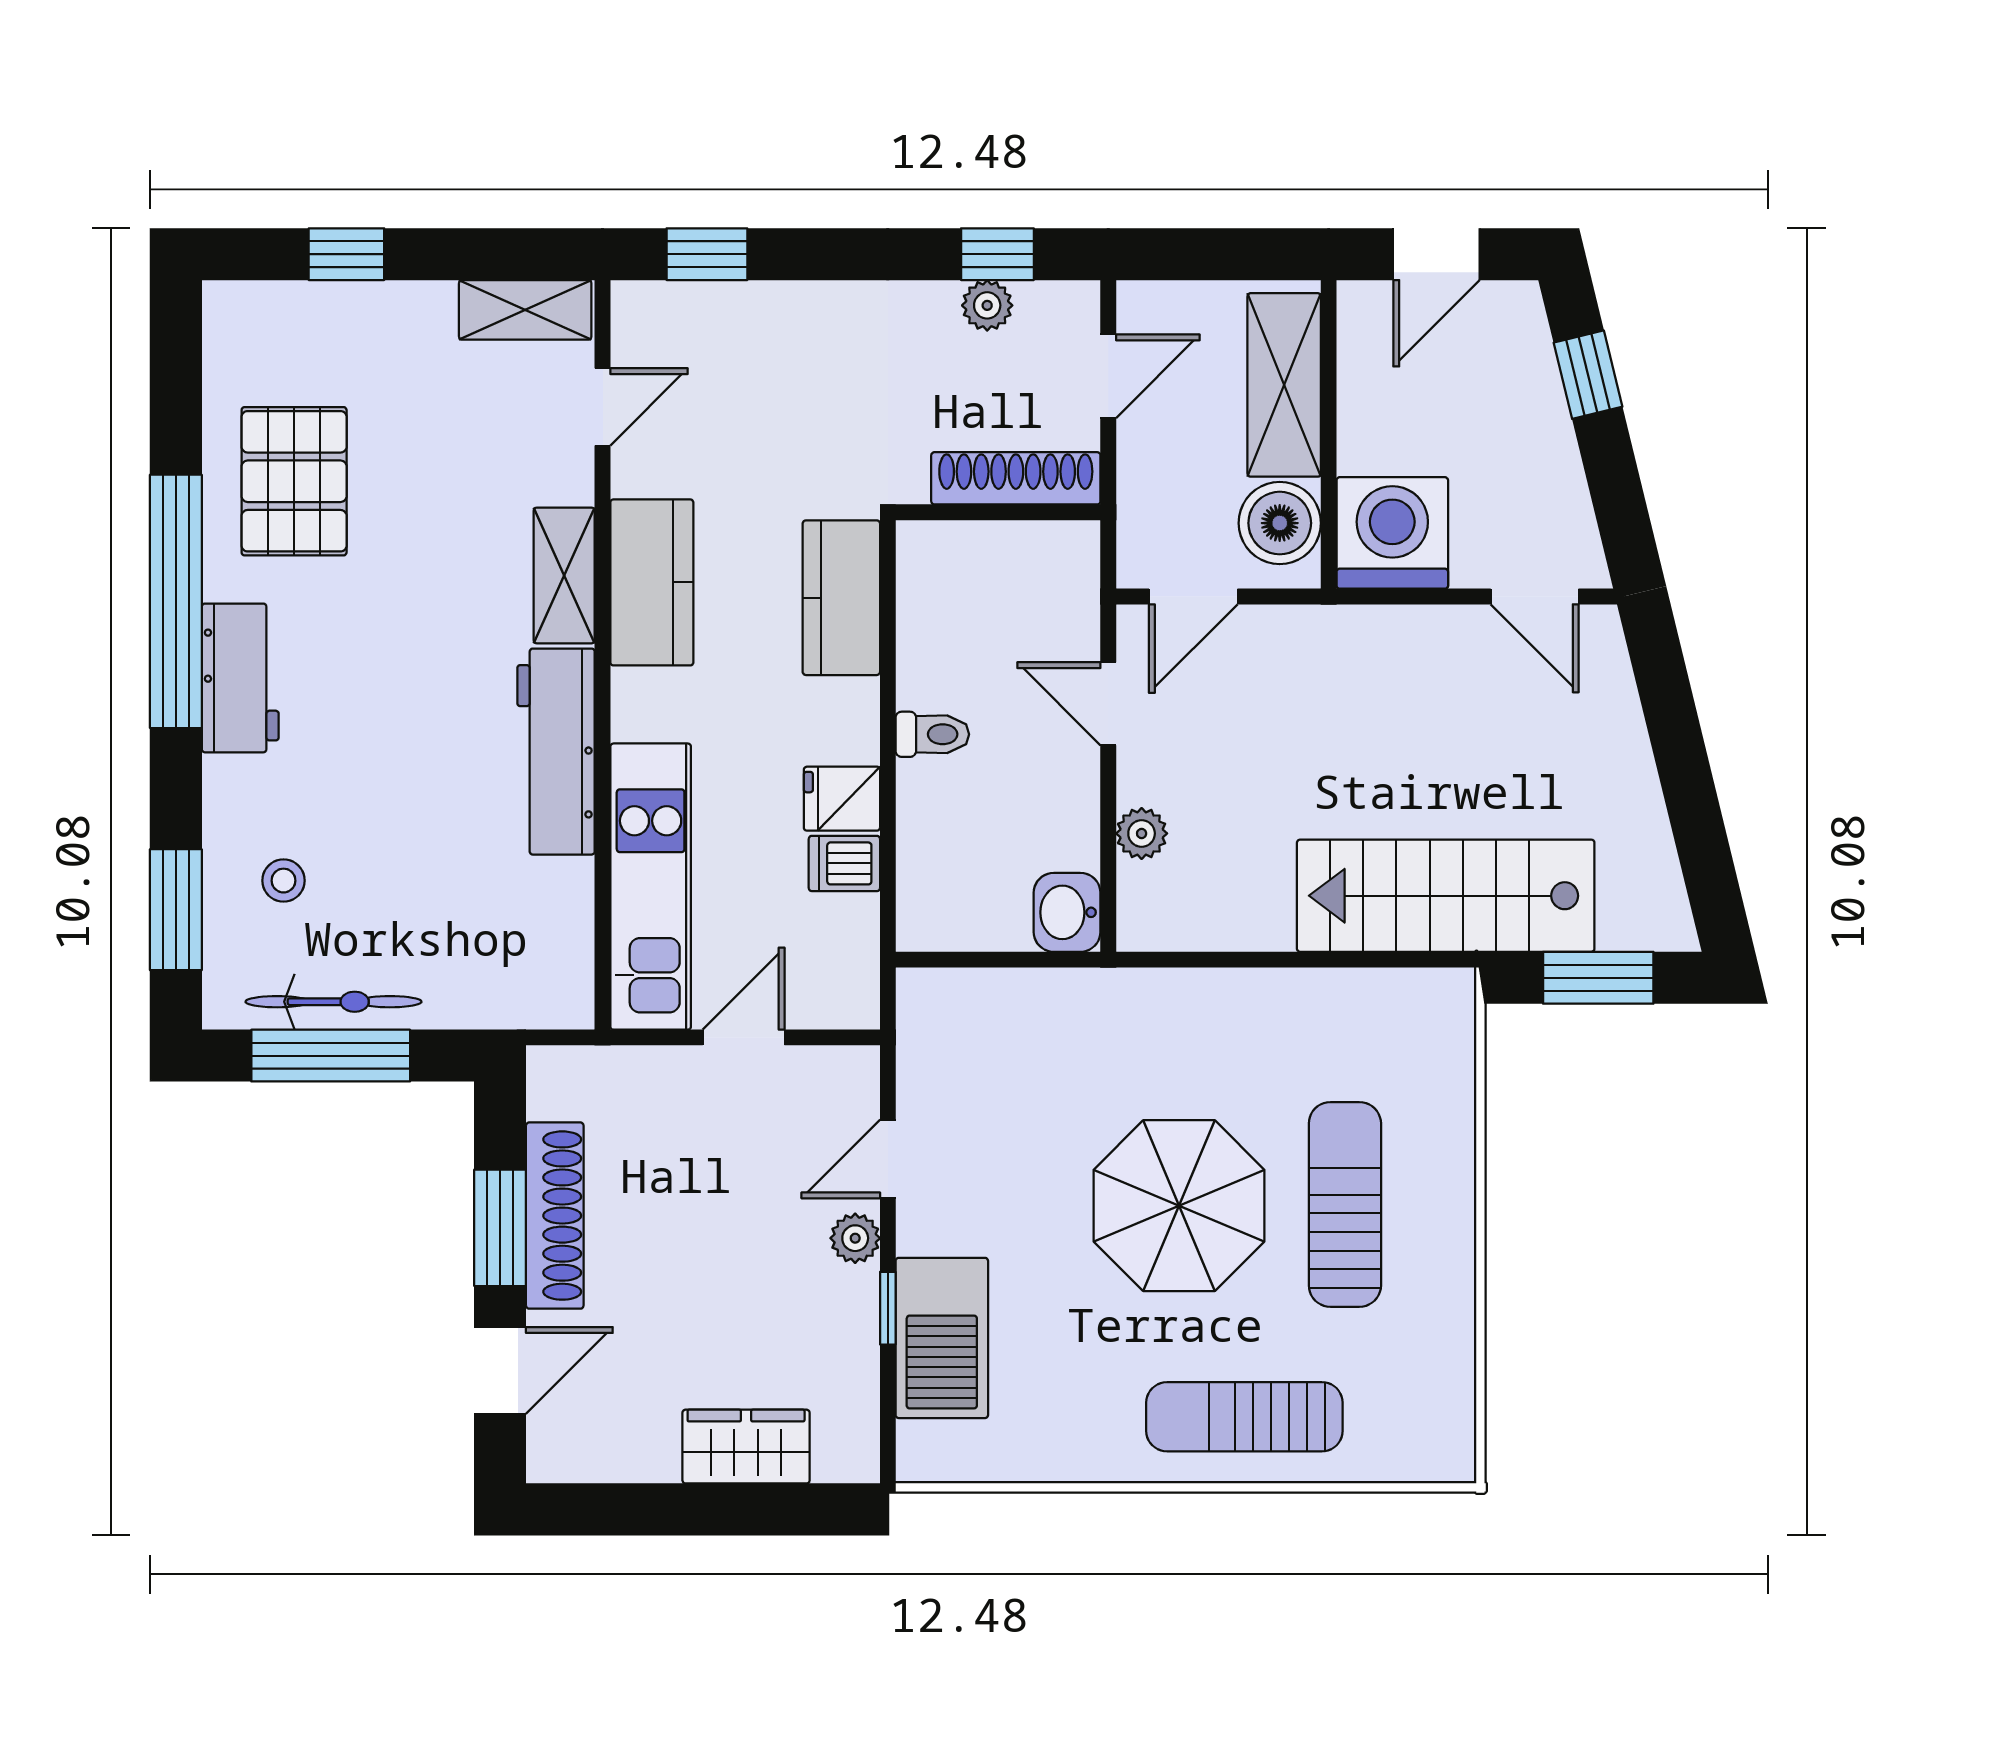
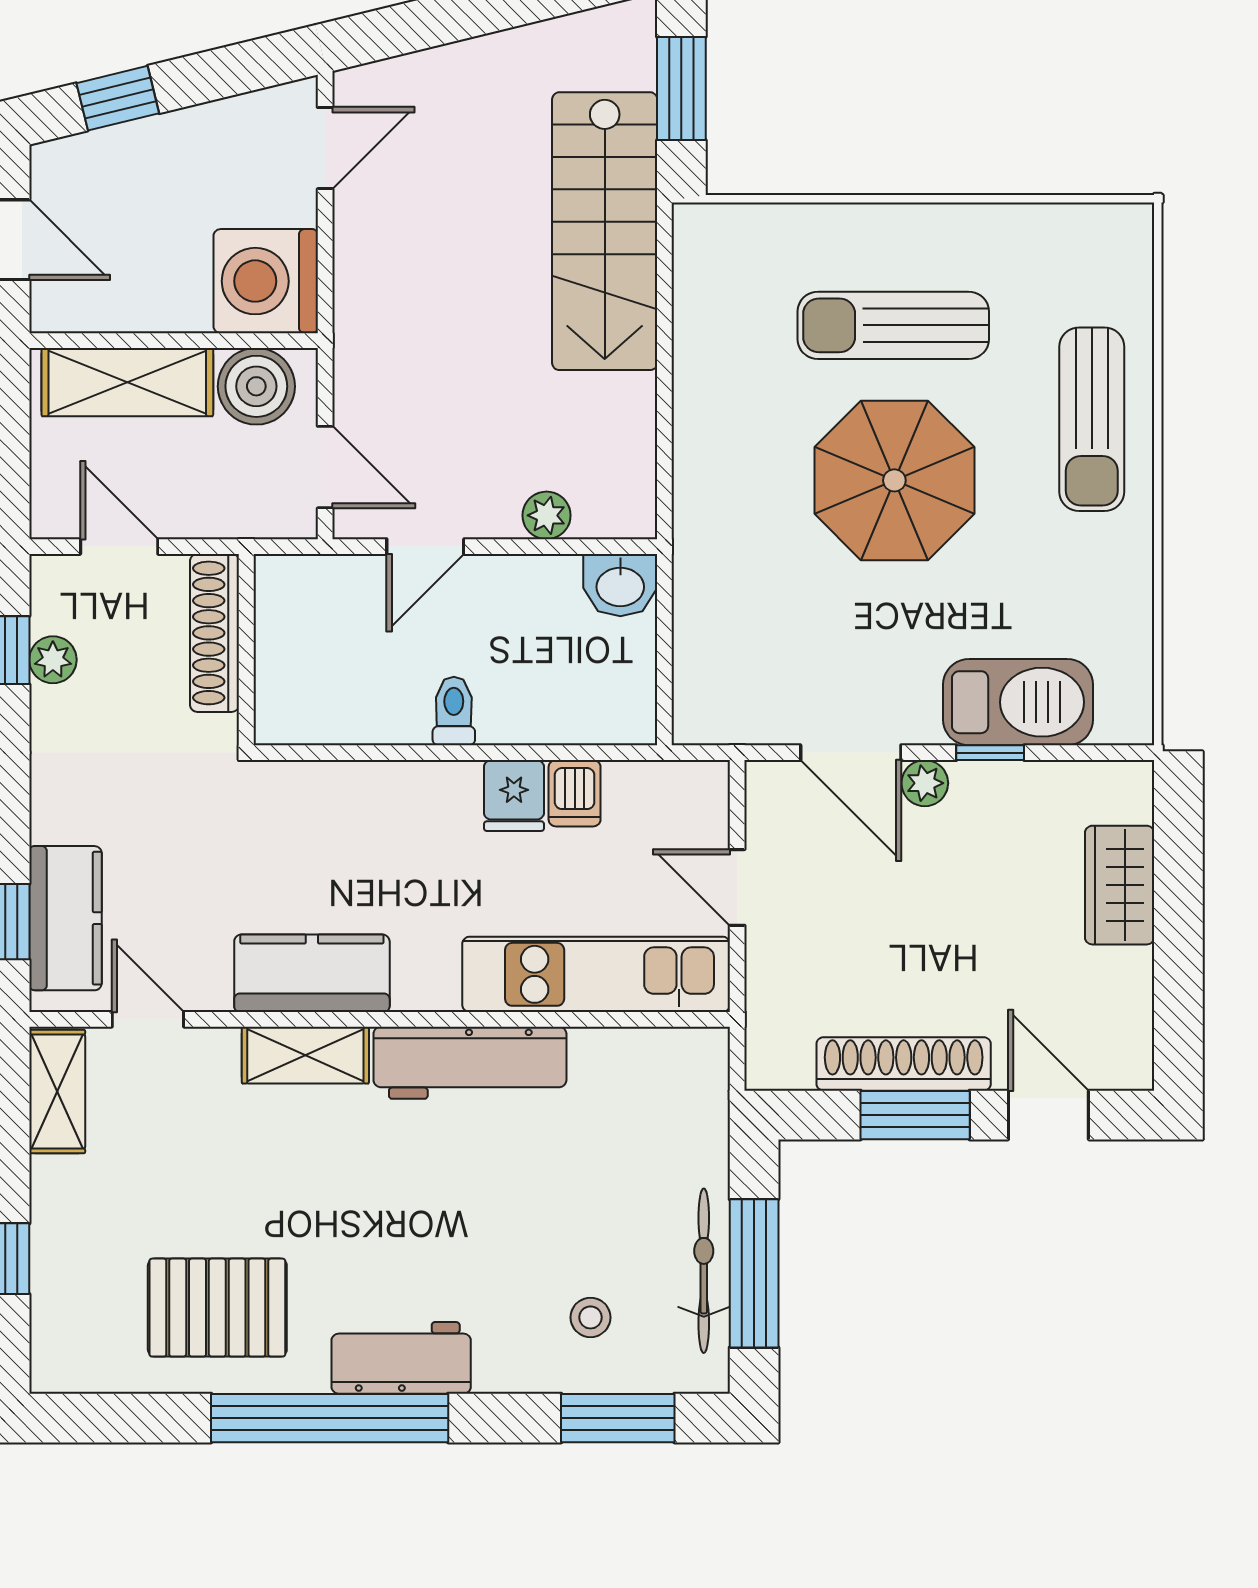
kitchen counter: (841, 598) -> (65, 918), moved, turned -90
door: (888, 1159) -> (851, 753), width x1.38

